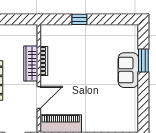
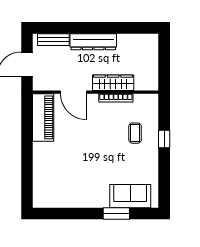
coffee table: (74, 44) -> (135, 133), added
sofa: (128, 70) -> (130, 196), moved

